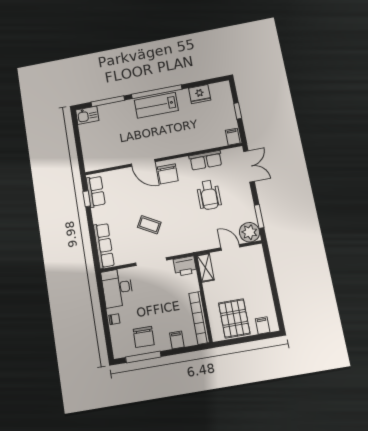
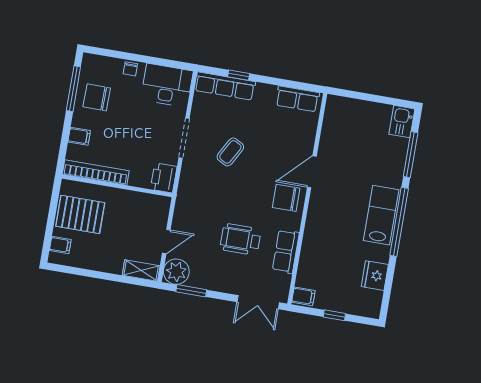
window: (87, 199) -> (239, 75), moved
shelving: (205, 268) -> (141, 271), moved

